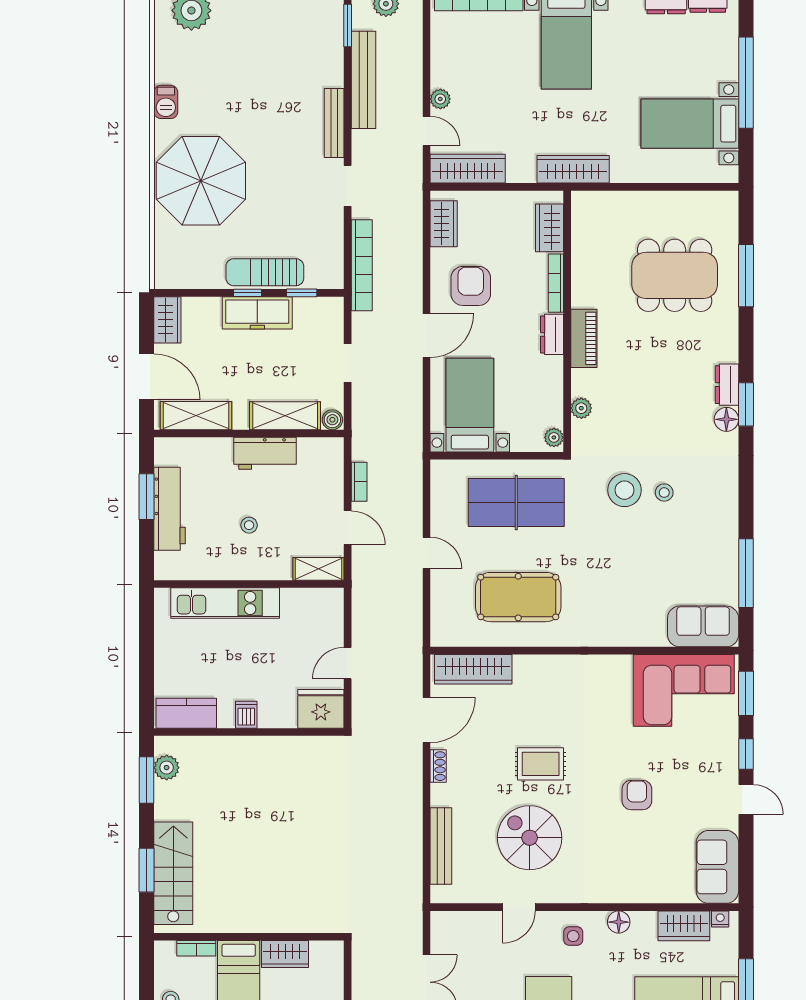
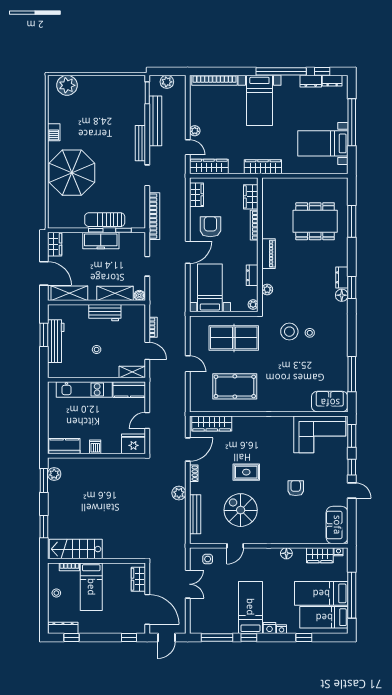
dresser: (552, 334) -> (252, 275), moved
kitchen counter: (313, 603) -> (129, 390), added
plant: (409, 805) -> (179, 493), added
stairs: (173, 873) -> (76, 549), moved, turned -90
side table: (573, 936) -> (208, 559), moved
wardrobe: (285, 954) -> (138, 579), moved, turned 90

